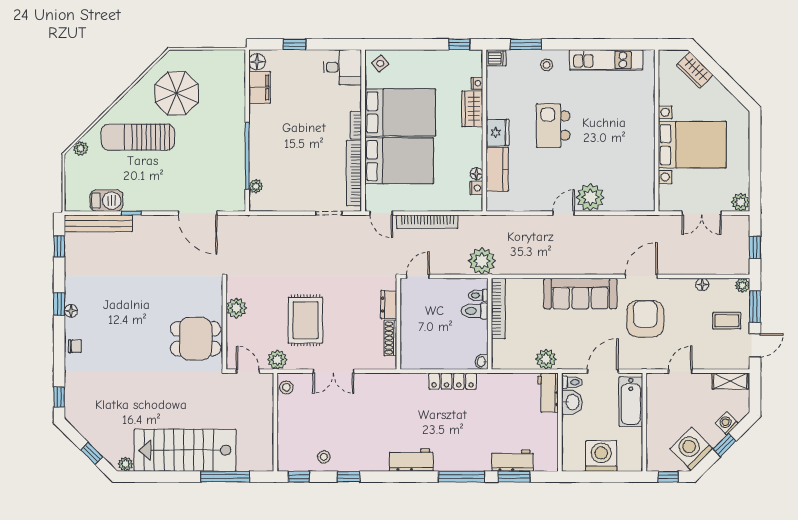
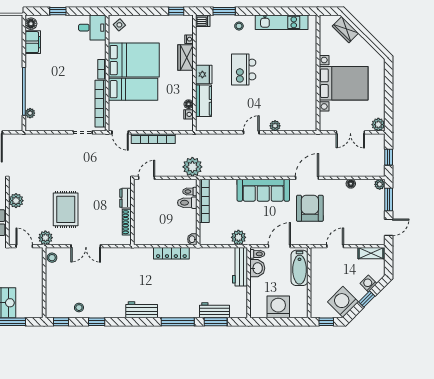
bed: (399, 161) -> (133, 89), width x0.67
plant: (590, 197) -> (275, 126), width x0.53, depth x0.53
coffee table: (727, 321) -> (368, 210), removed
workbench: (548, 393) -> (240, 267), width x1.38

